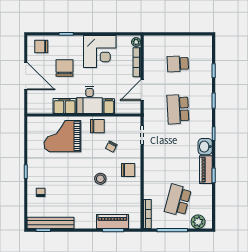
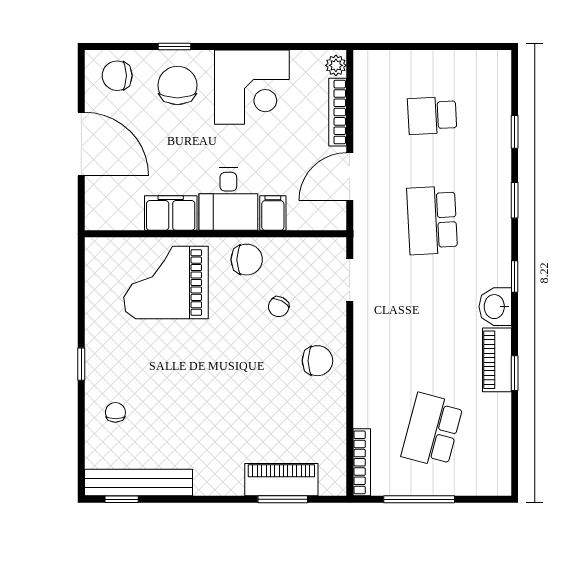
chair: (65, 68) -> (177, 85), moved
stool: (100, 179) -> (253, 381), removed
plant: (198, 222) -> (479, 480), removed

